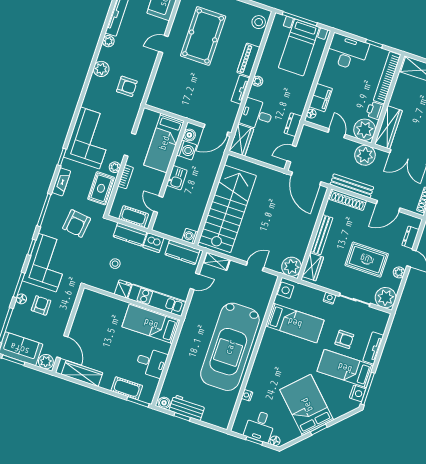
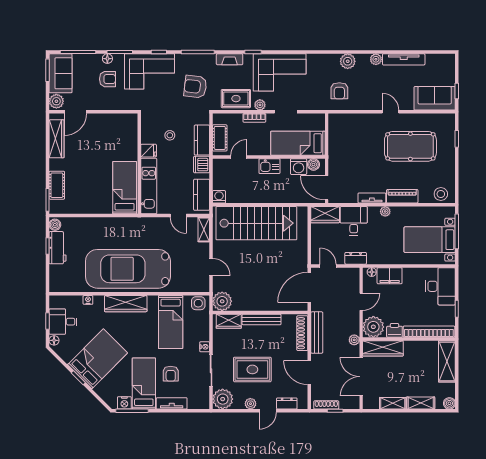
plant: (365, 155) -> (354, 340), width x0.53, depth x0.53
rug: (367, 260) -> (252, 369), turned 90
wardrobe: (263, 360) -> (126, 304), added
desk: (151, 363) -> (89, 200), removed

